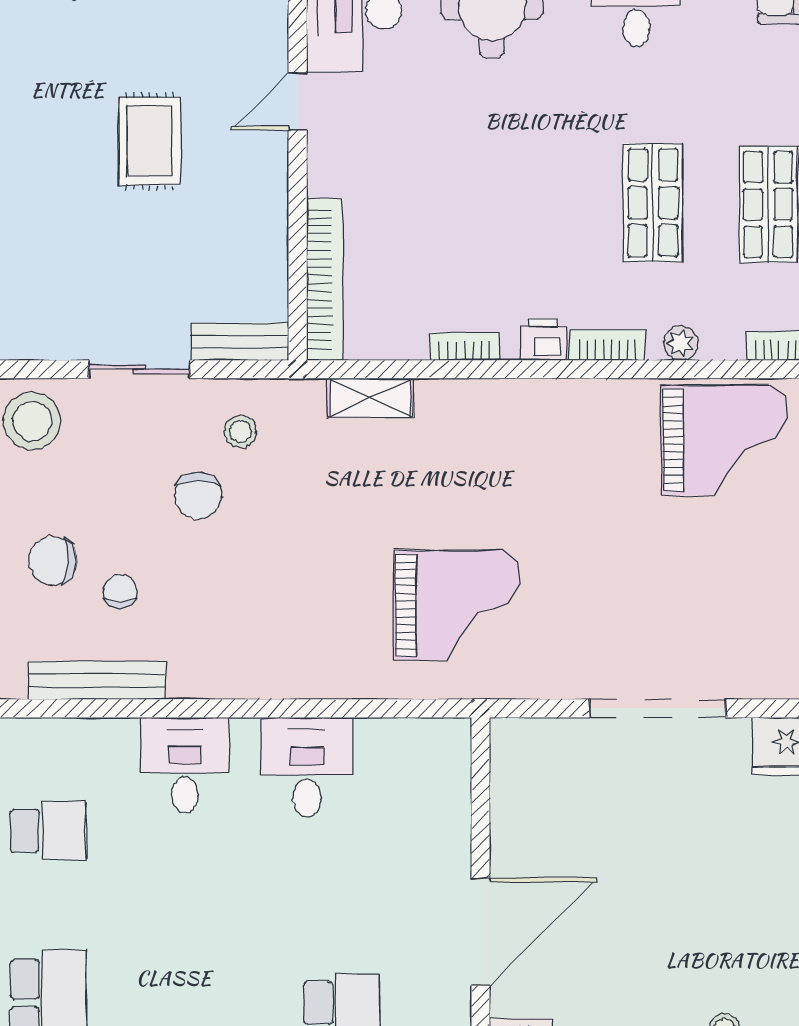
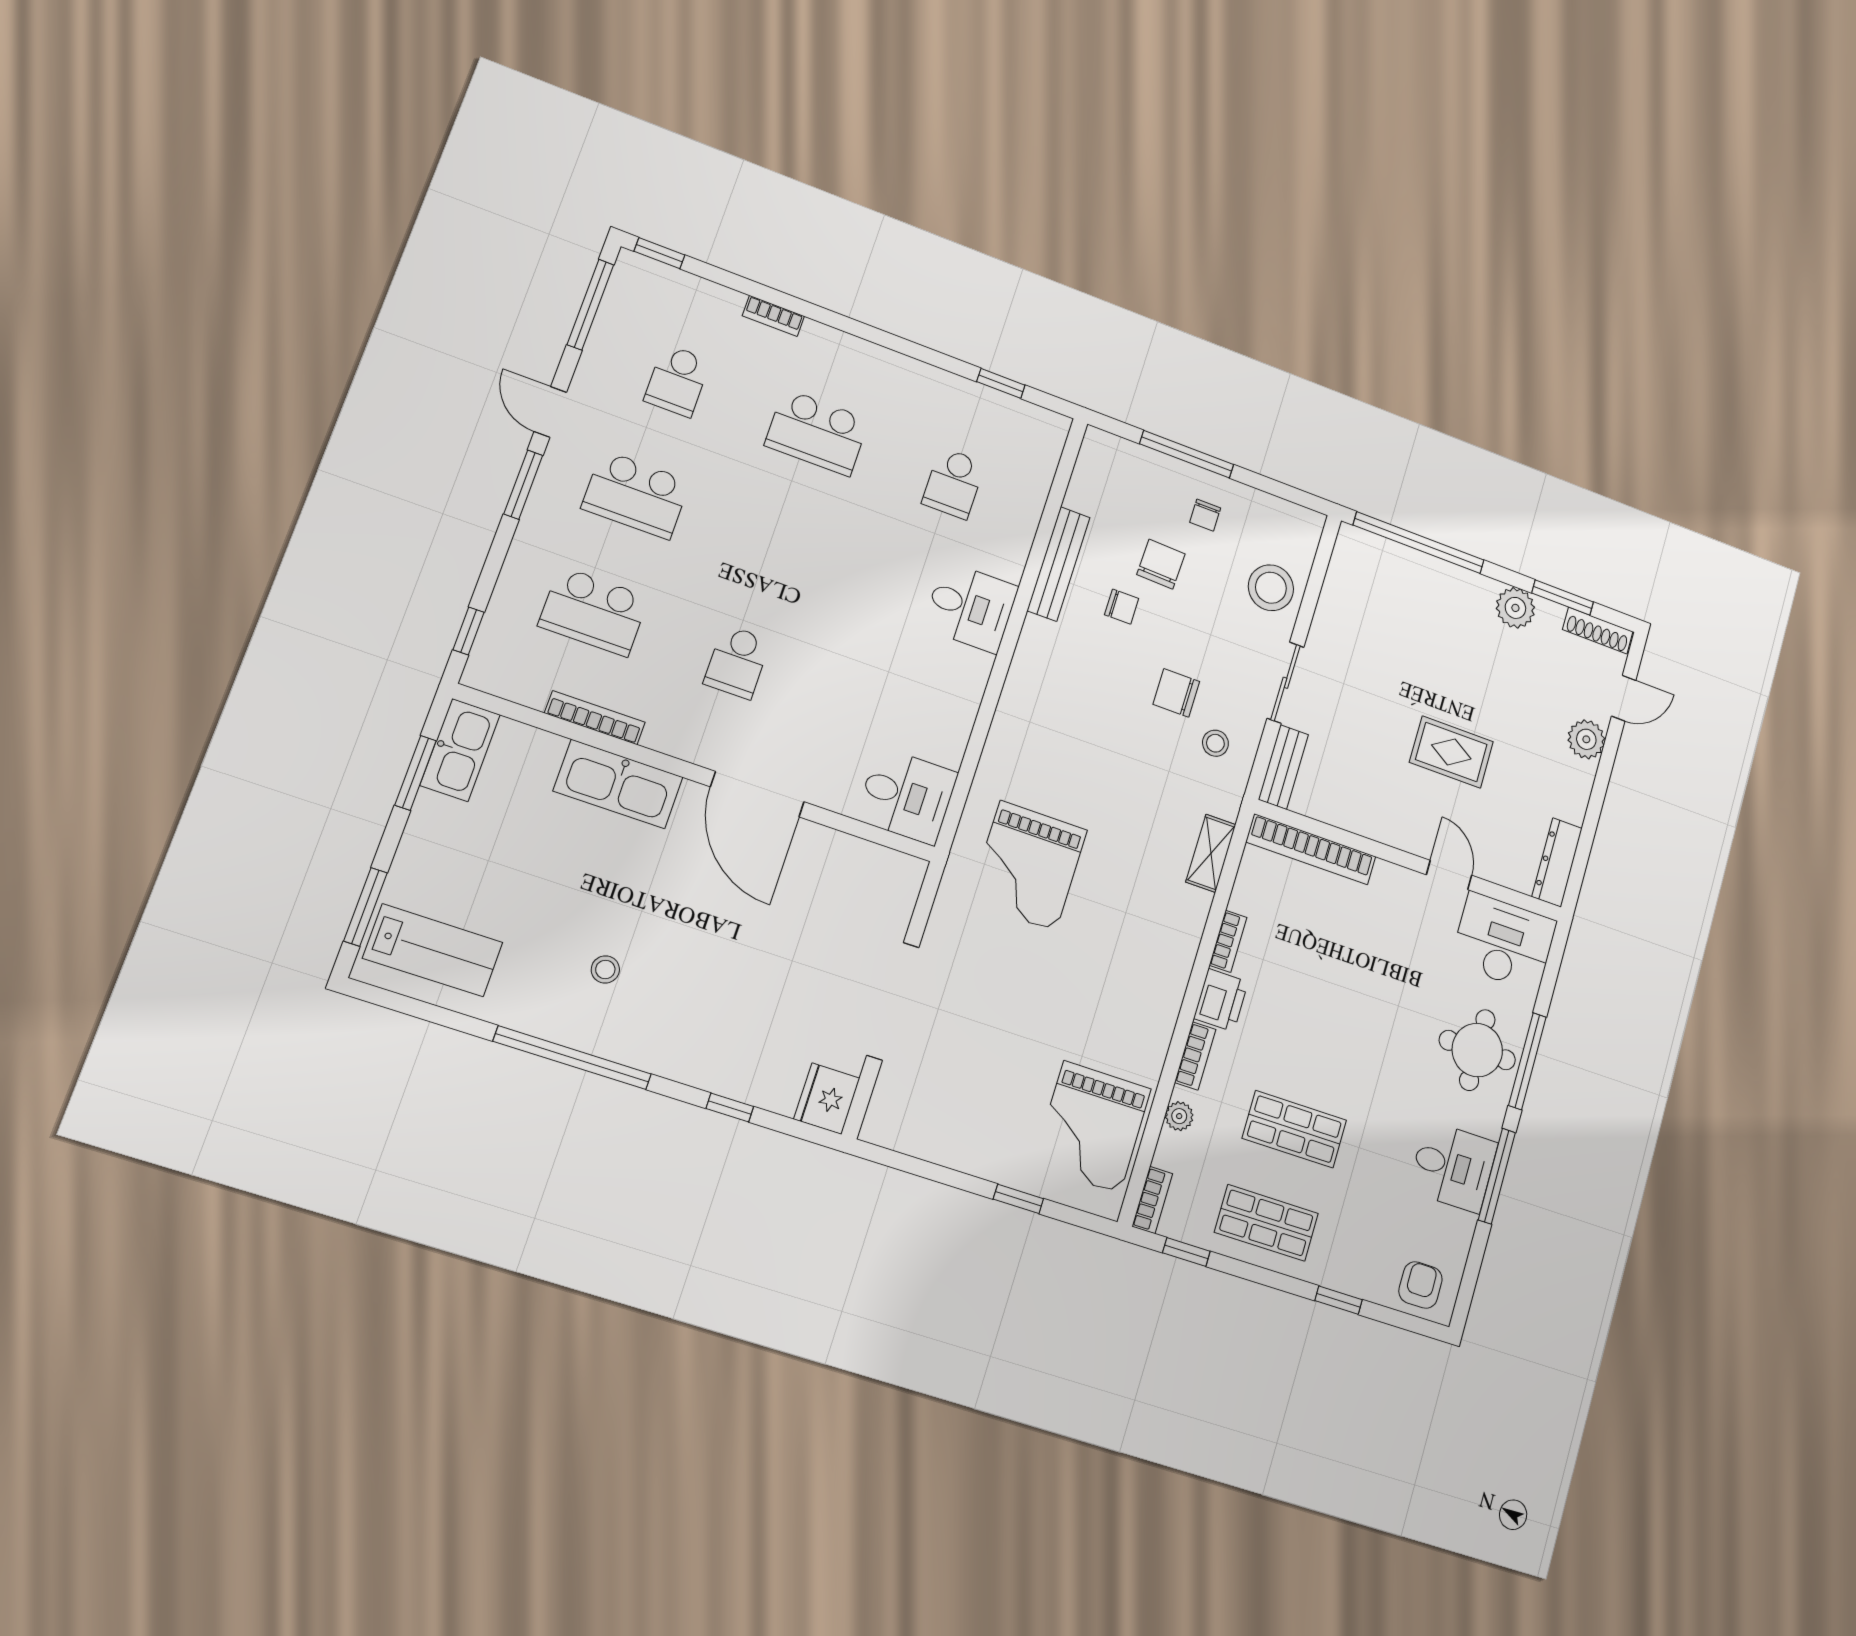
printer: (543, 339) -> (1221, 1000), width x1.36, depth x1.24
desk: (307, 767) -> (907, 796), moved

